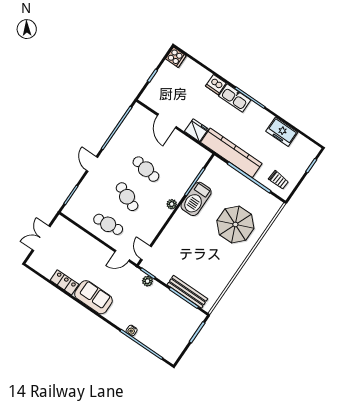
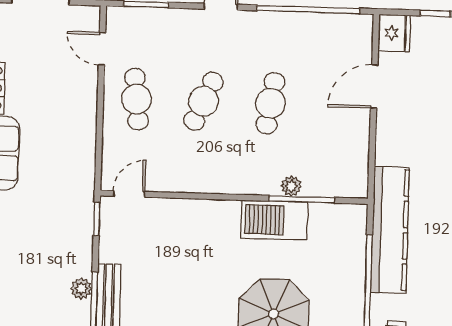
fridge: (196, 130) -> (394, 33), moved
plant: (172, 204) -> (291, 186), moved
door: (122, 256) -> (102, 49), moved
plant: (148, 281) -> (81, 289), moved

